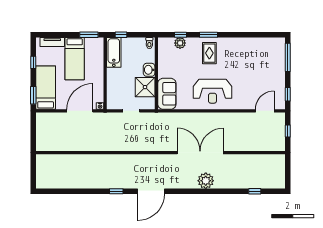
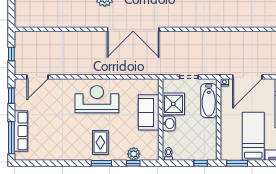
bathtub: (114, 52) -> (209, 101), moved
row of seats: (279, 63) -> (21, 131), added
sofa: (167, 94) -> (149, 112), moved
double door: (200, 153) -> (133, 29), moved

